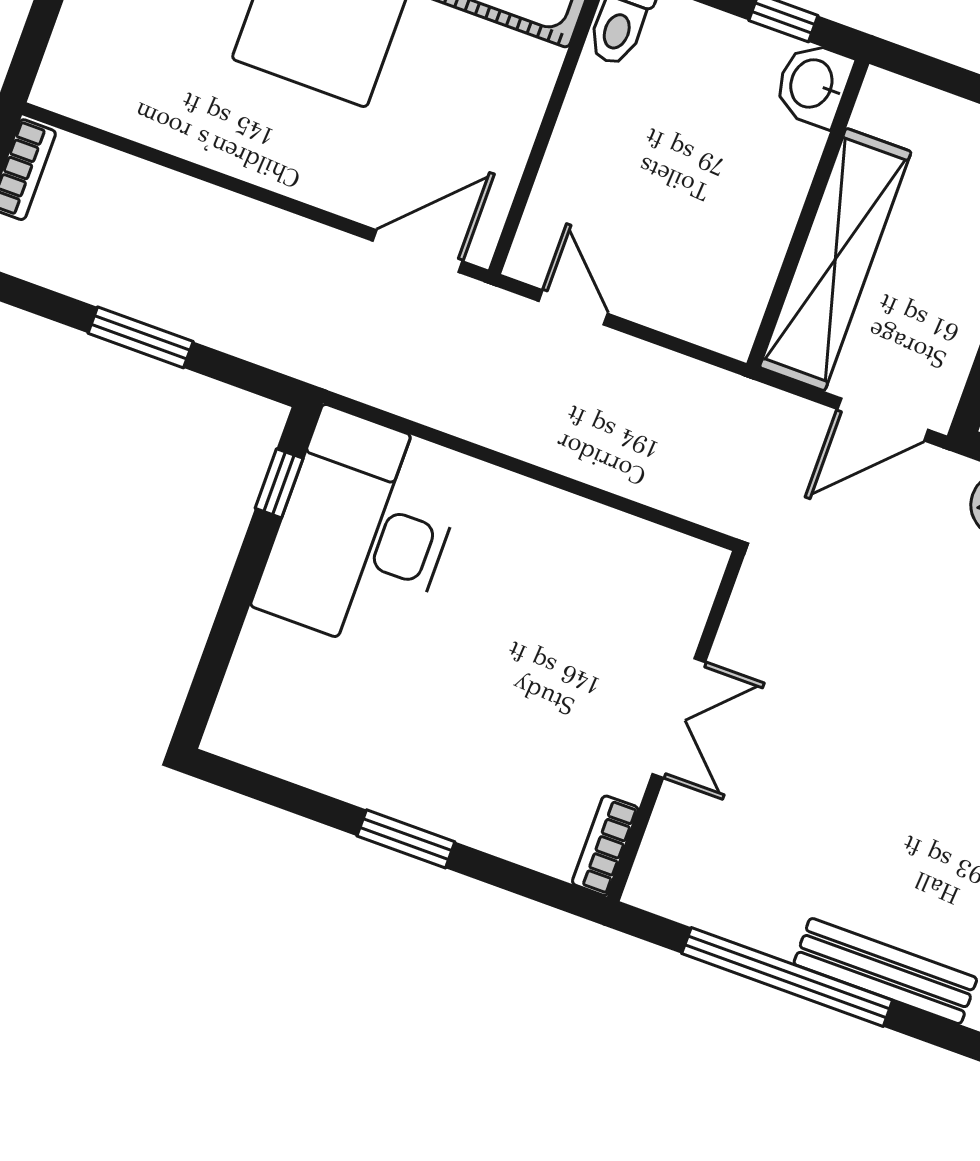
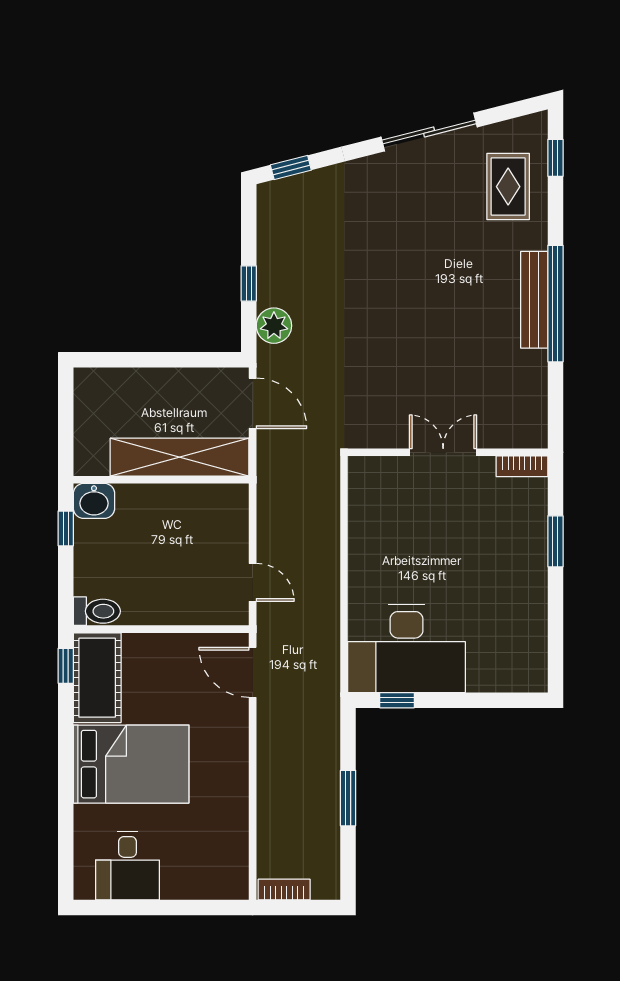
door: (573, 307) -> (253, 582), swing flipped
window: (406, 839) -> (555, 541), moved
window: (787, 977) -> (555, 304), moved

